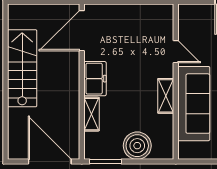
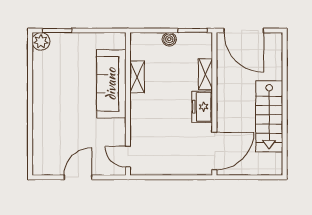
door: (176, 52) -> (128, 157), moved
shelving: (166, 96) -> (137, 77), moved
boiler: (137, 146) -> (169, 39), width x0.54, depth x0.54

